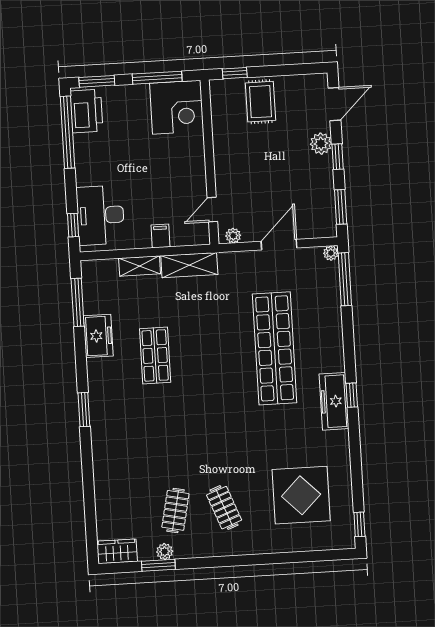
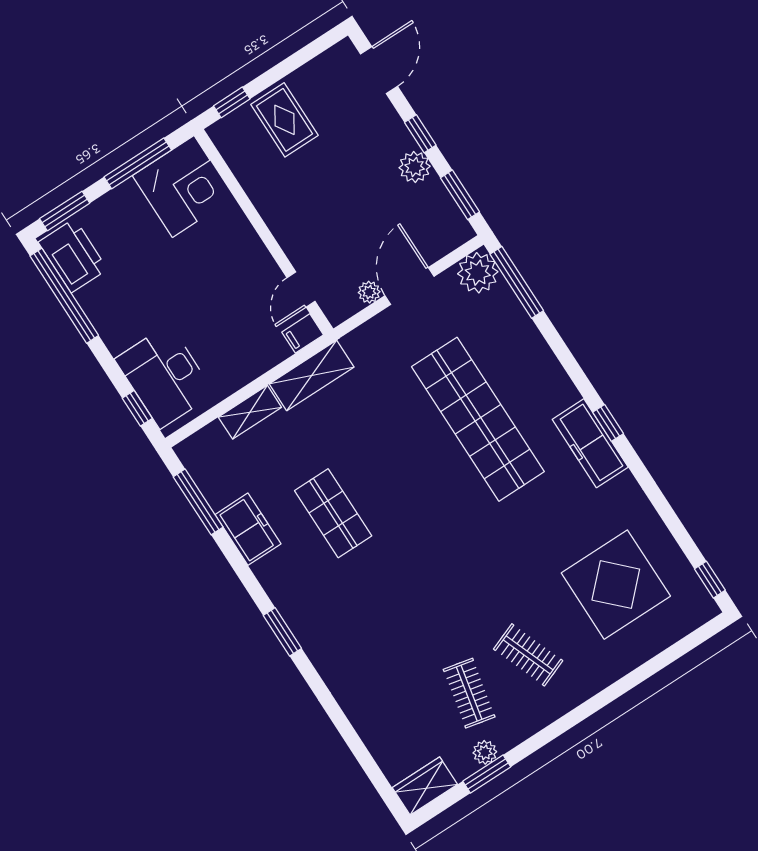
plant: (321, 144) -> (415, 167), moved
filing cabinet: (160, 236) -> (303, 333), moved, turned -90
plant: (233, 236) -> (369, 292), moved
plant: (331, 253) -> (478, 273), width x1.88, depth x1.88

